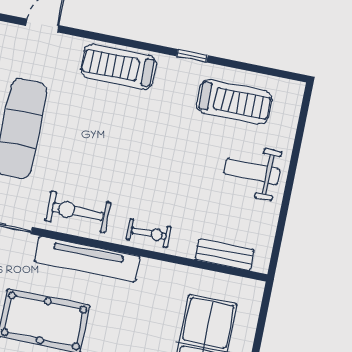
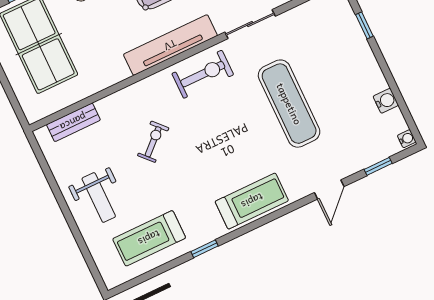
weight bench: (252, 171) -> (99, 198), turned 90
exercise bike: (149, 233) -> (153, 142), moved, turned 137

